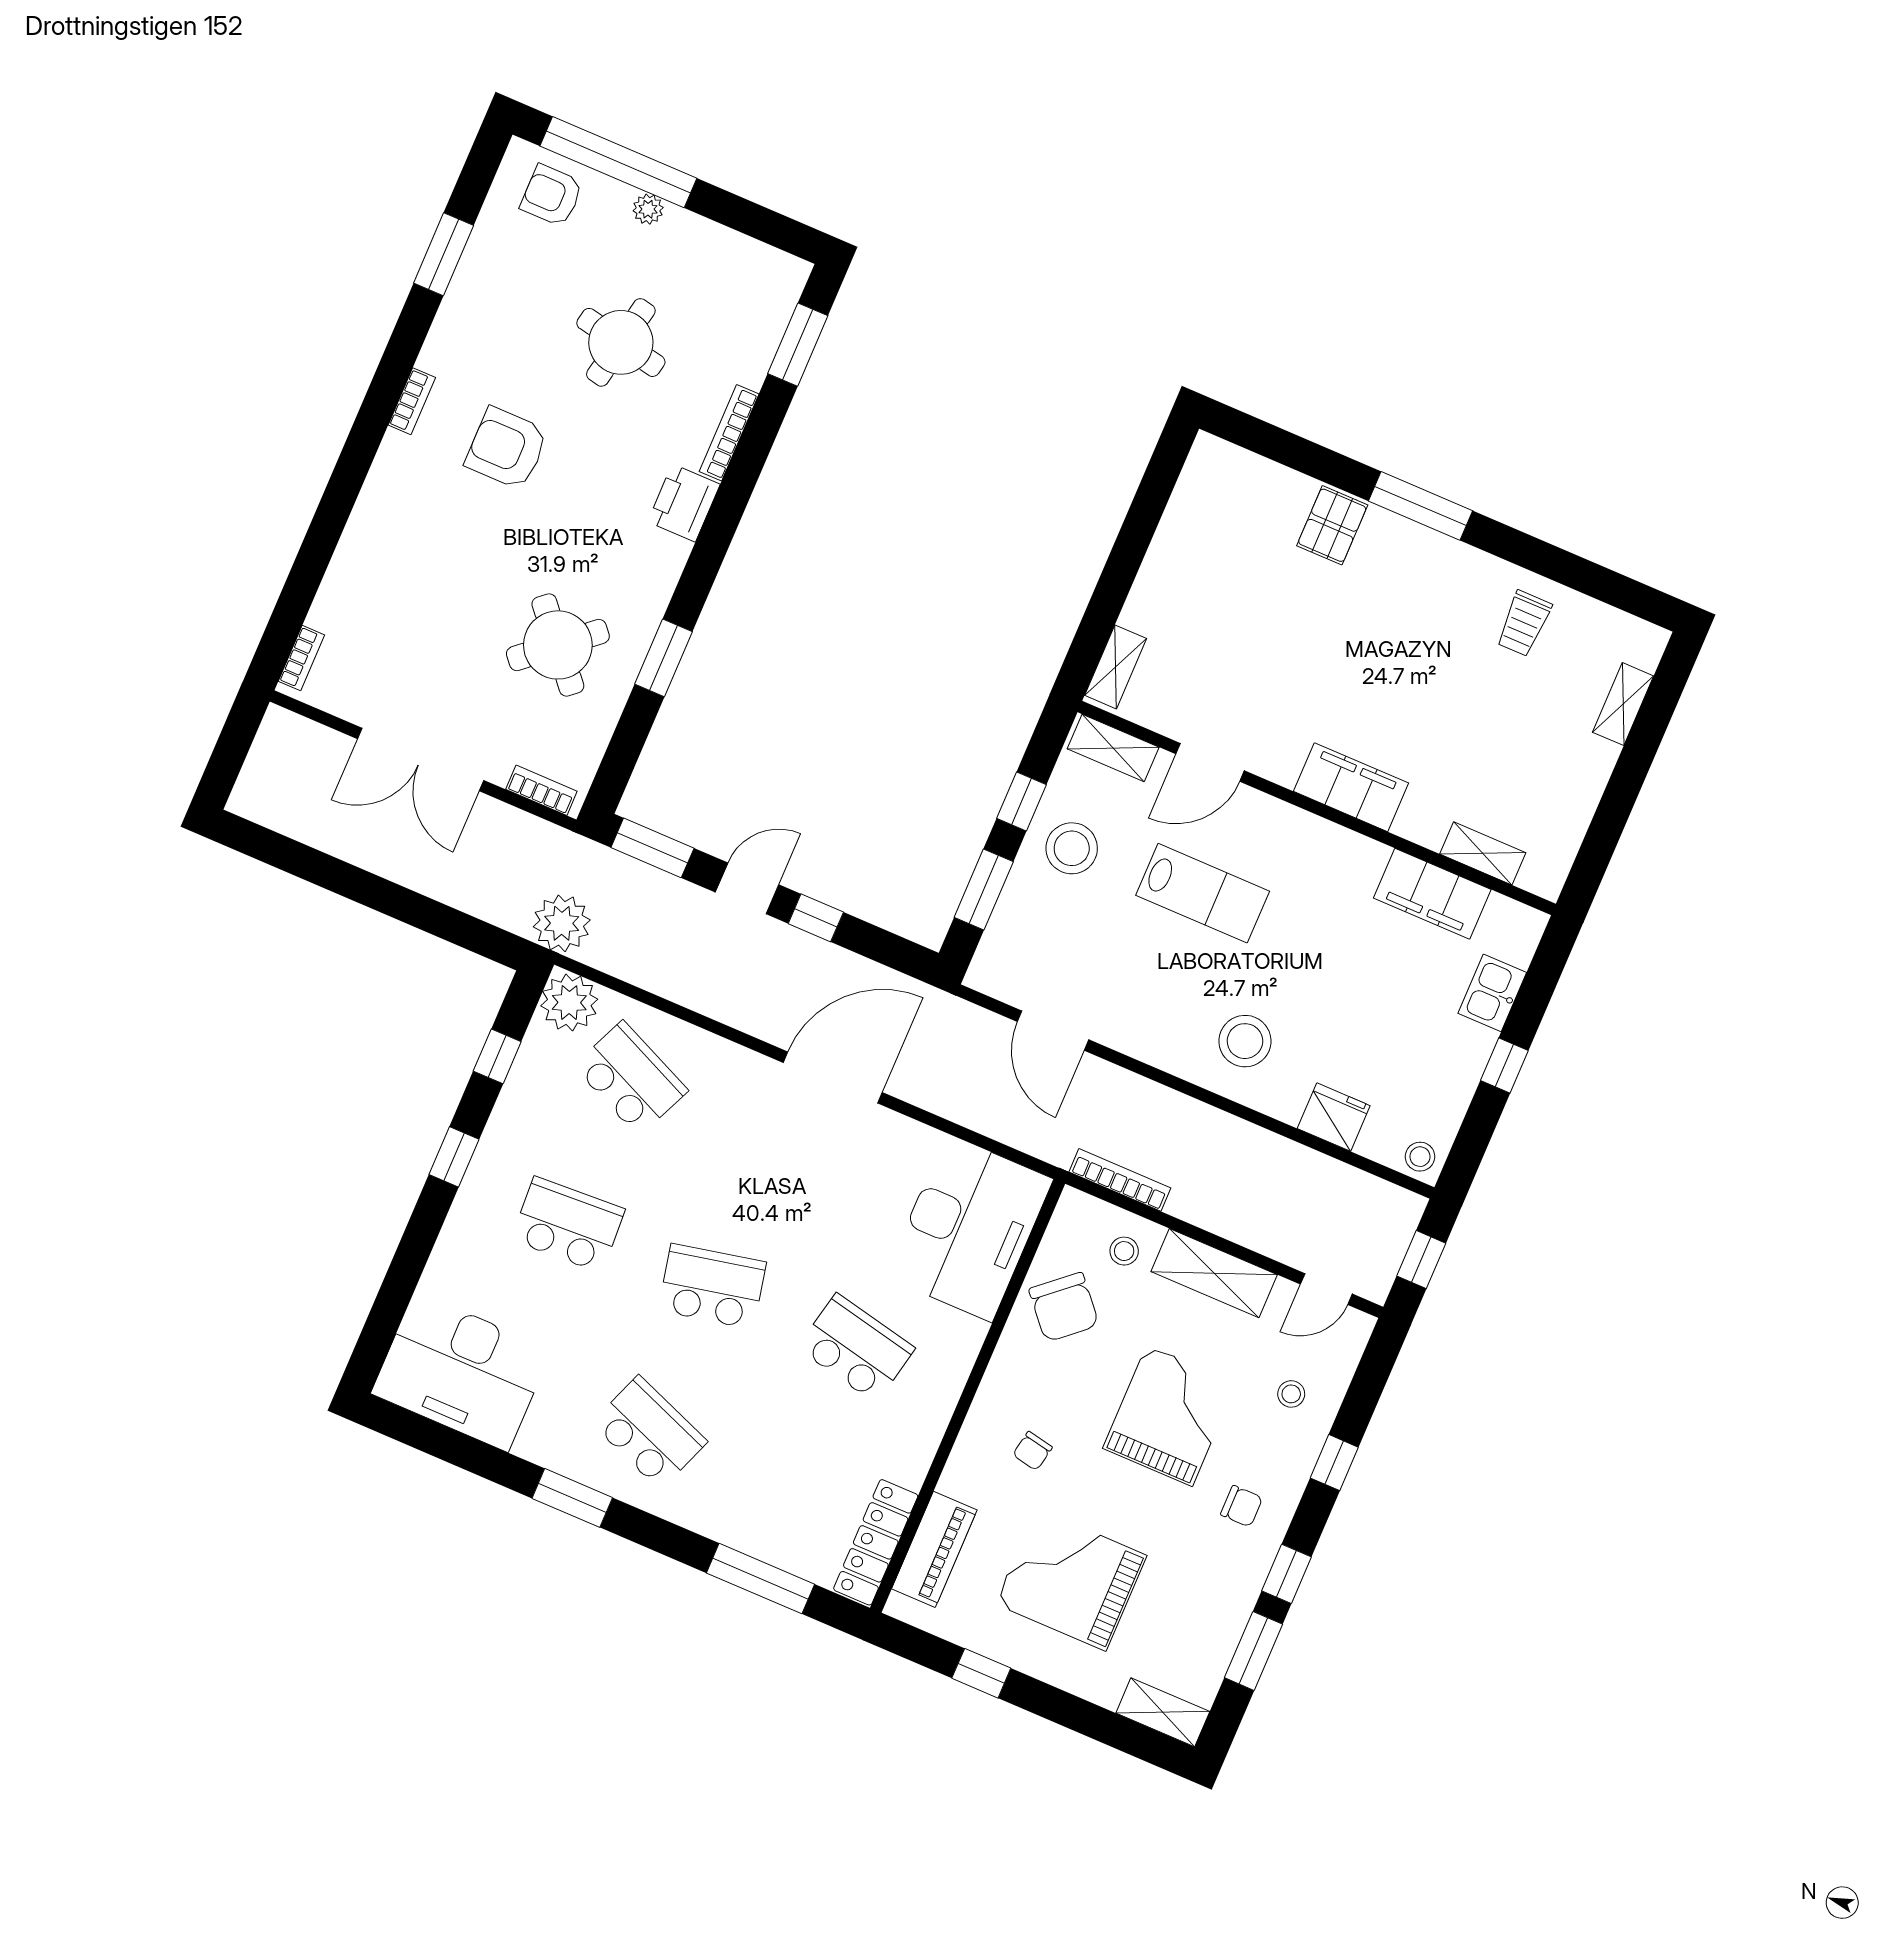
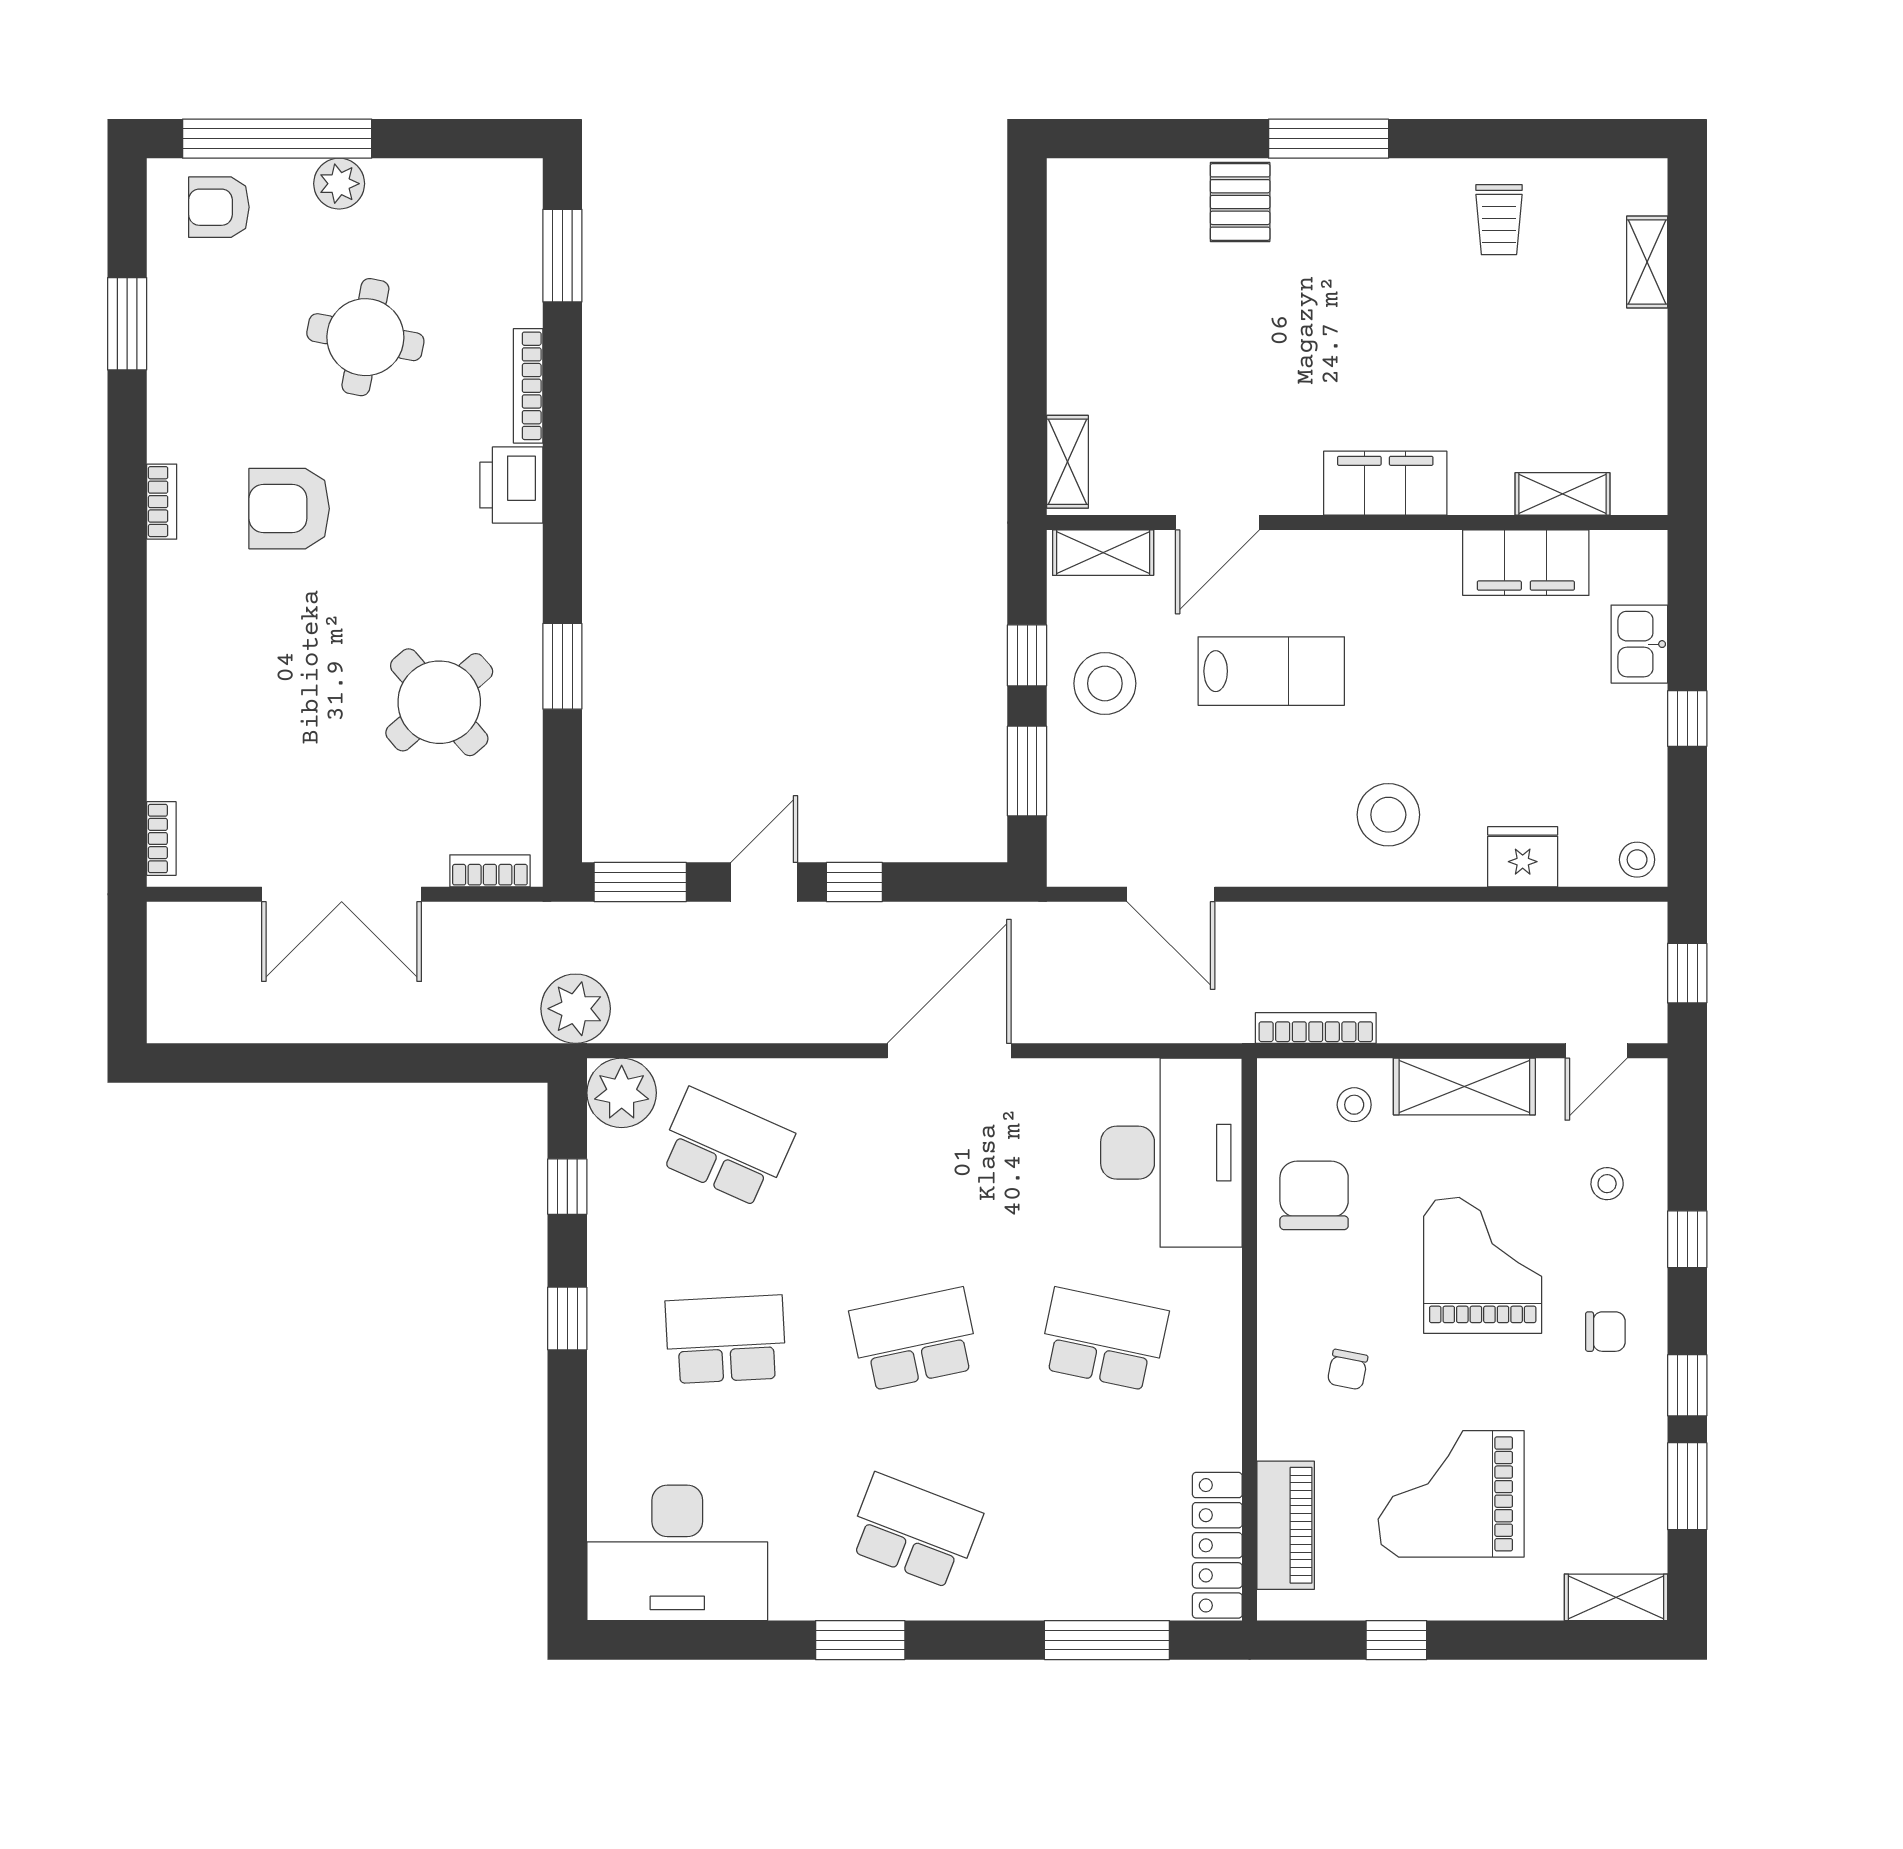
plant: (648, 209) -> (339, 184), width x1.38, depth x1.38
chair: (1064, 1307) -> (1314, 1195), turned -139

